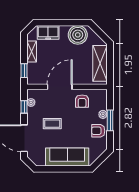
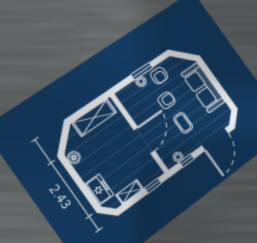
boiler: (78, 35) -> (74, 158), width x0.54, depth x0.54
door: (60, 87) -> (144, 140), swing flipped
armchair: (82, 101) -> (167, 100), moved

